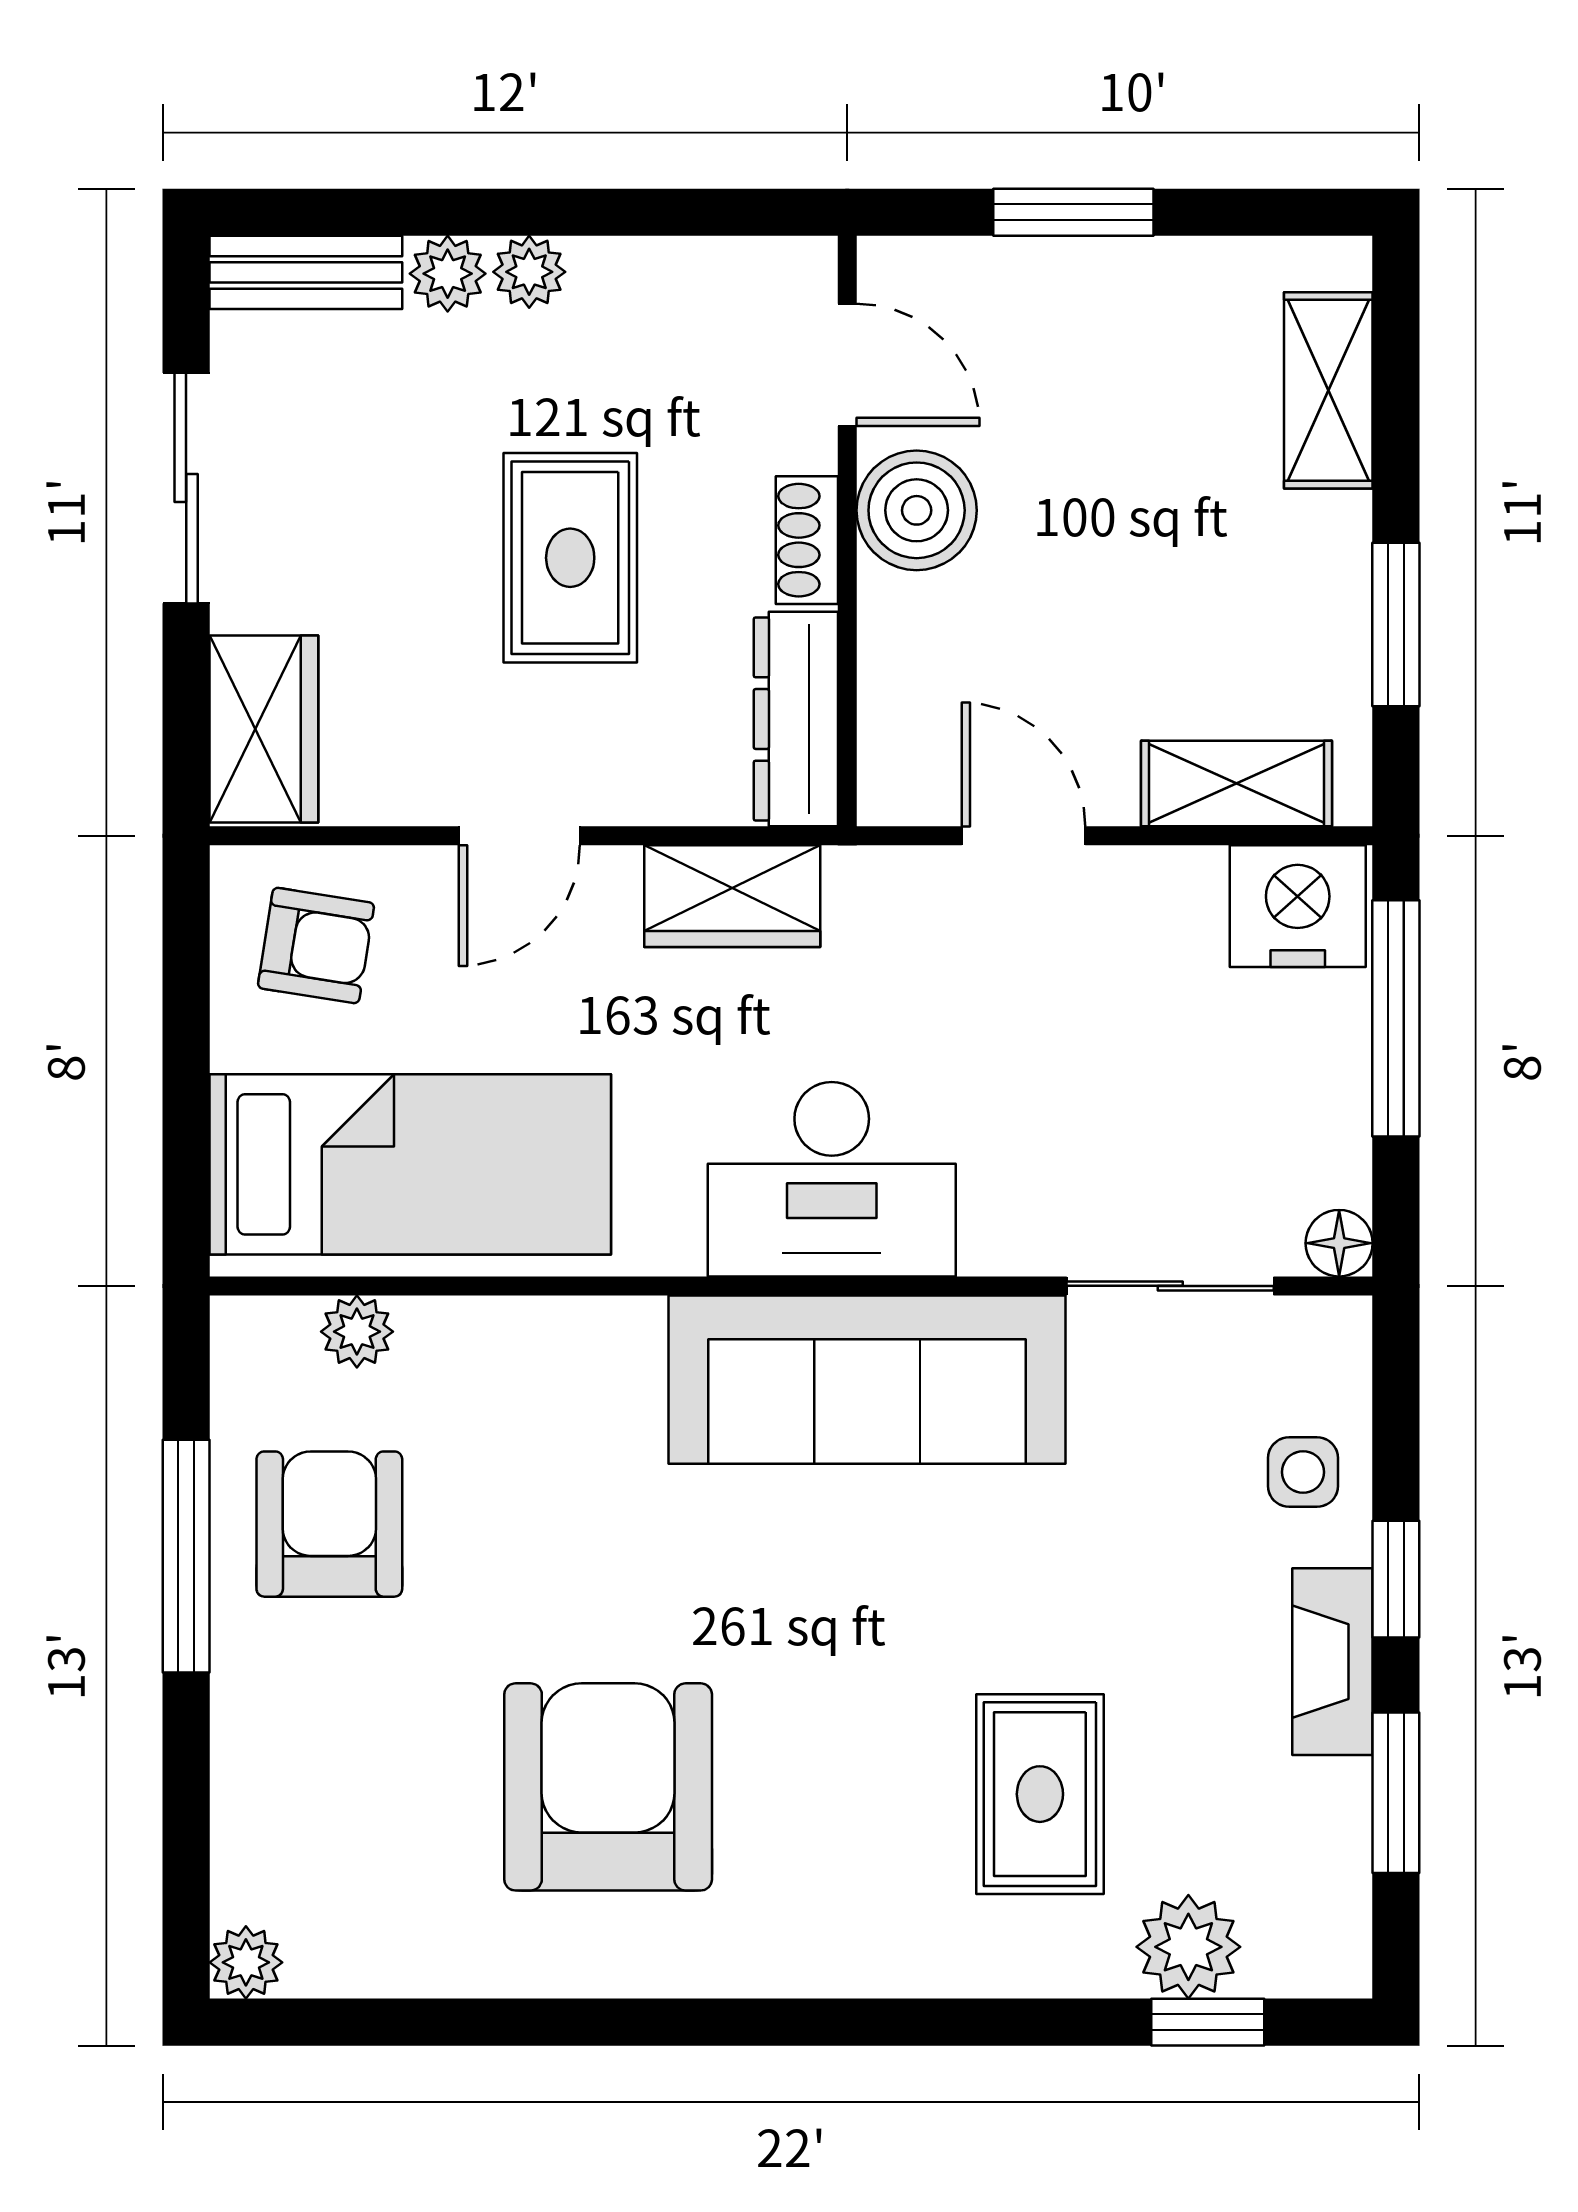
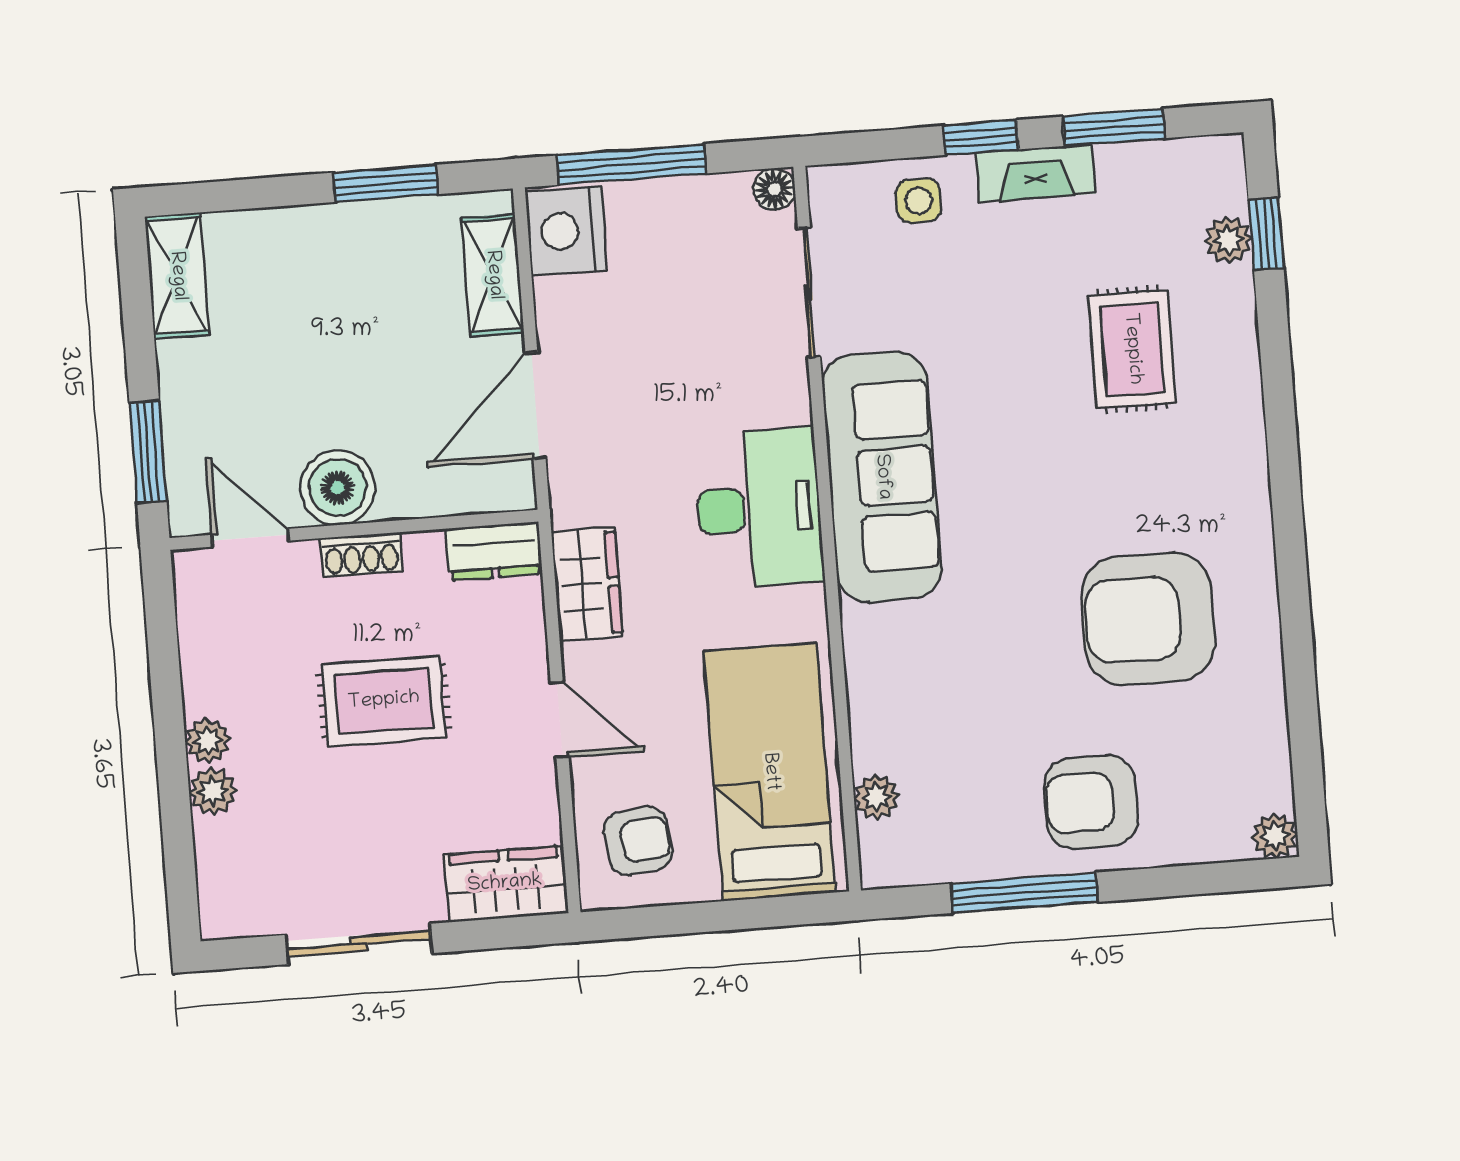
window: (1073, 212) -> (148, 452), moved
bench: (306, 272) -> (219, 880), removed
door: (847, 365) -> (250, 538), hinge flipped
shelving: (1328, 390) -> (177, 276), moved, turned 90
dresser: (796, 719) -> (494, 551), width x0.70
door: (1024, 836) -> (535, 405), width x1.37
armchair: (316, 945) -> (638, 841), turned 74
armchair: (329, 1524) -> (1091, 802), moved
rug: (1040, 1794) -> (1132, 349), turned 90
plant: (1188, 1947) -> (1228, 240), width x0.73, depth x0.73

